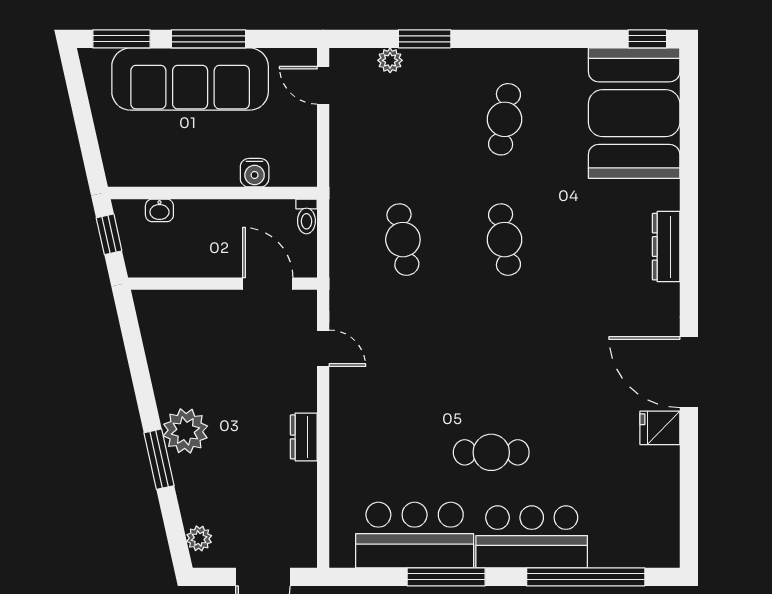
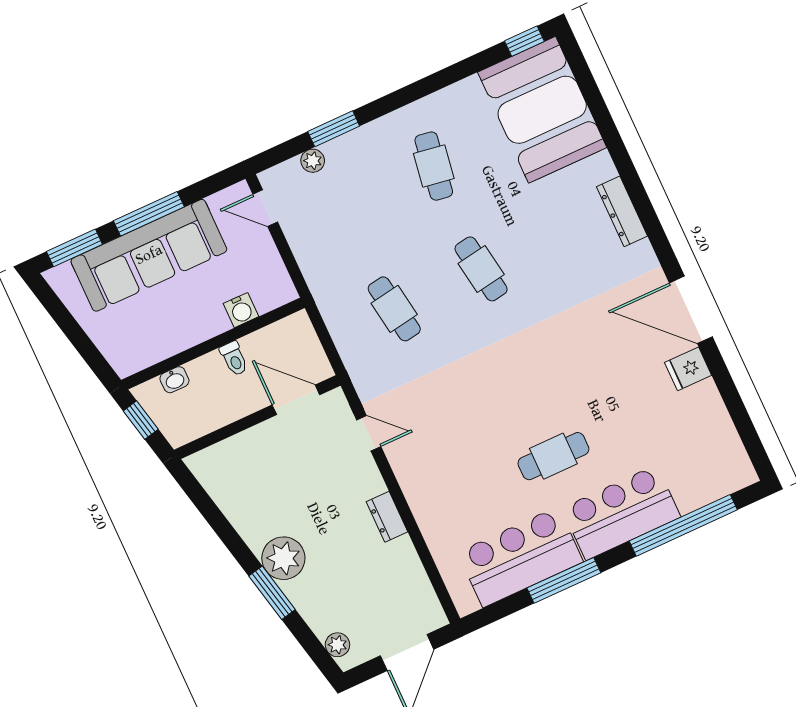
toilet: (306, 216) -> (234, 359), moved

